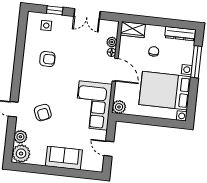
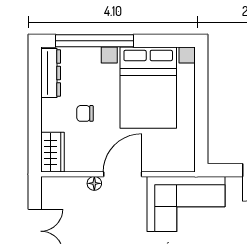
plant: (112, 42) -> (77, 185), removed
window: (196, 62) -> (95, 41), width x1.46
plant: (119, 107) -> (184, 161), removed

